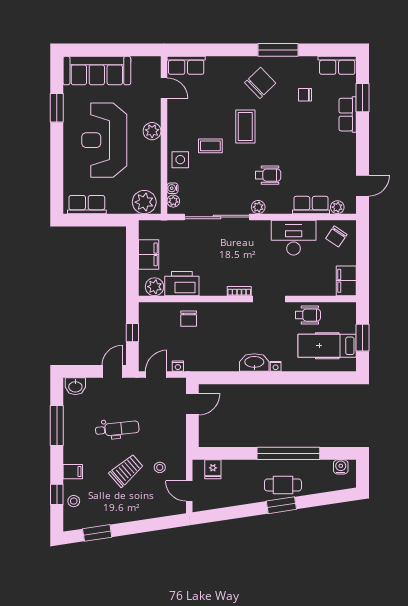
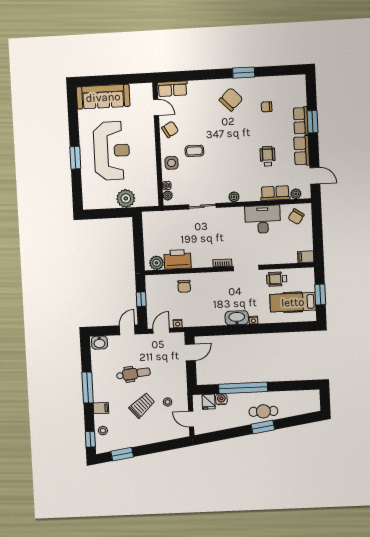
window: (278, 50) -> (244, 73), width x0.69
row of seats: (337, 65) -> (302, 151), moved, turned 90
window: (363, 98) -> (312, 122), moved
window: (57, 108) -> (75, 158), moved
chair: (181, 117) -> (170, 129), added
coffee table: (245, 126) -> (221, 134), removed
plant: (152, 131) -> (148, 142), removed
reception desk: (104, 140) -> (112, 151), turned 180
wheelchair: (268, 175) -> (268, 156), moved, turned -90
door: (363, 186) -> (315, 176), hinge flipped
plant: (144, 202) -> (126, 198), moved
row of seats: (87, 205) -> (101, 202), removed
sliding door: (217, 217) -> (202, 206), width x0.54
filing cabinet: (149, 254) -> (151, 238), removed
filing cabinet: (346, 281) -> (306, 257), width x0.50
wheelchair: (308, 315) -> (277, 279), turned 180
window: (57, 425) -> (88, 388), moved
window: (288, 453) -> (243, 388), moved
water cooler: (341, 467) -> (221, 399), moved
window: (57, 494) -> (90, 439), moved

